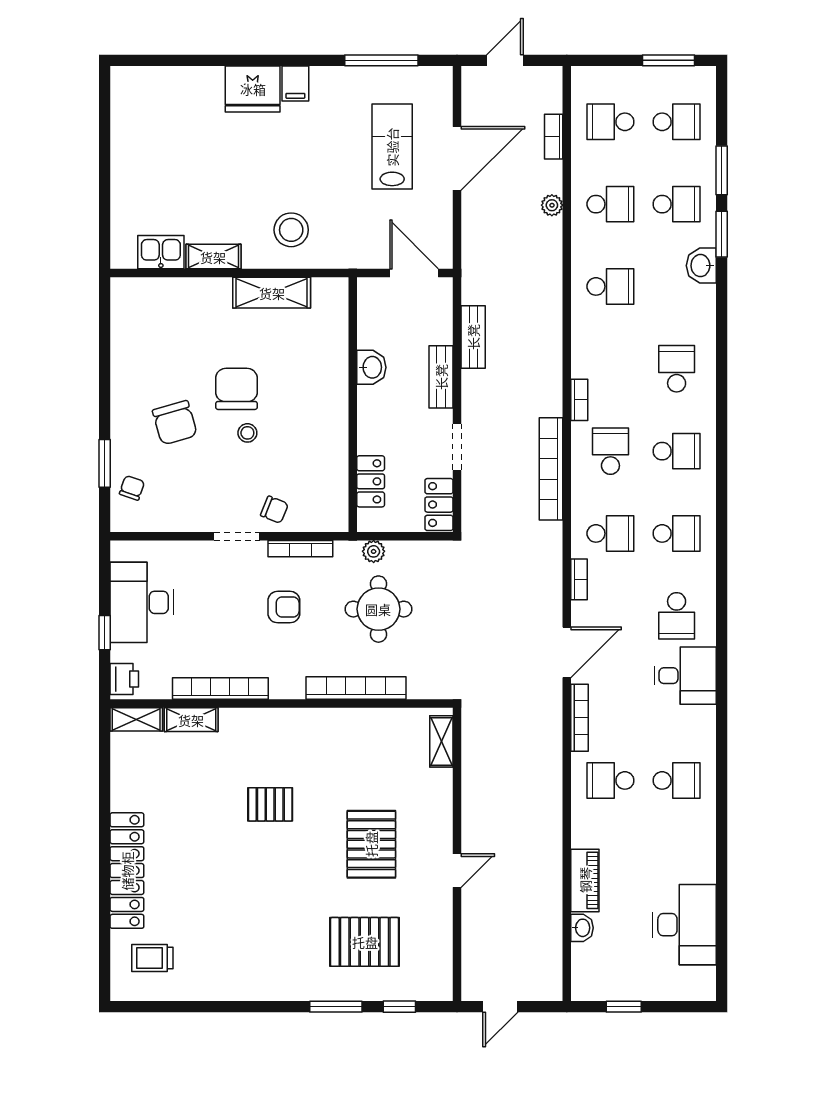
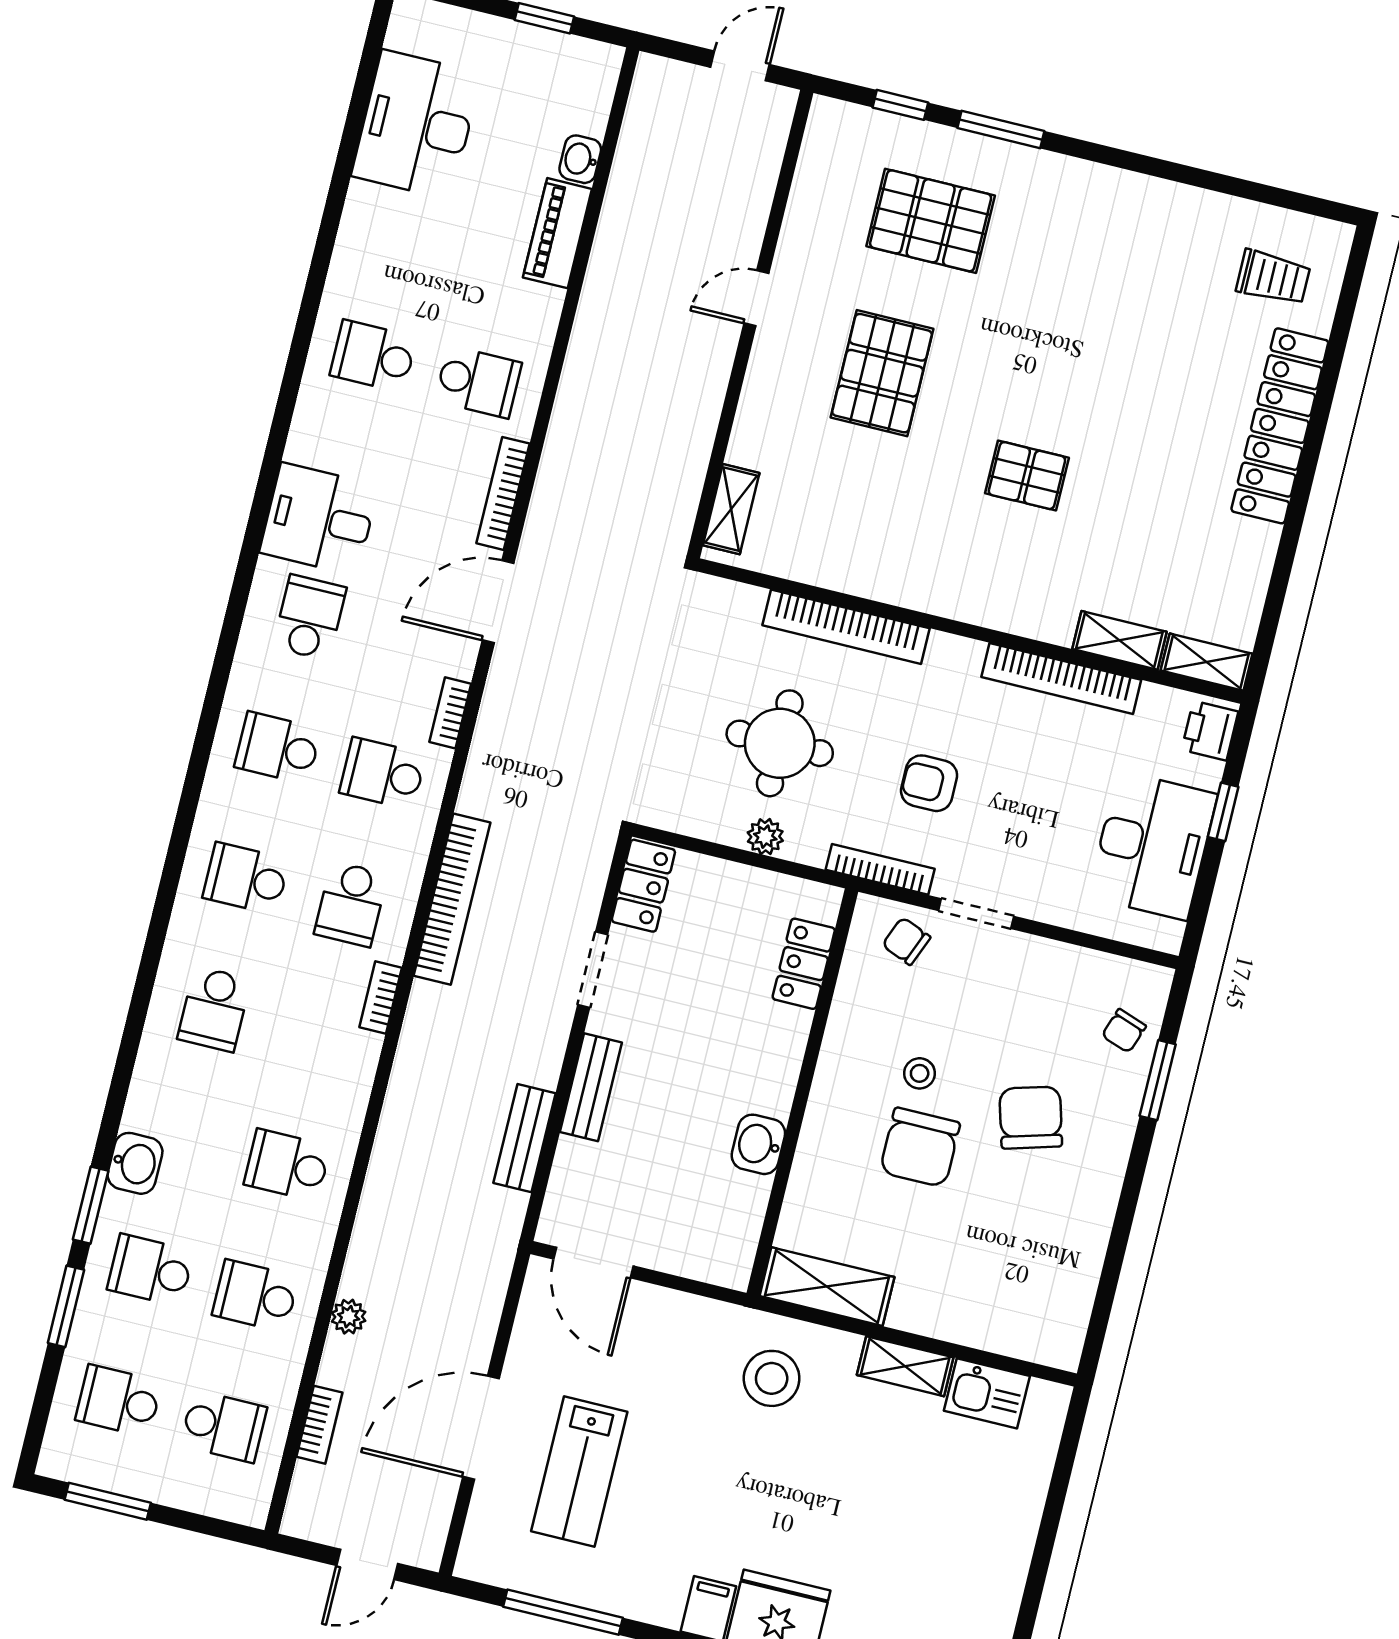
washbasin: (371, 367) -> (758, 1144), moved
wall: (353, 405) -> (802, 1092), moved
locker: (371, 481) -> (804, 964), moved

